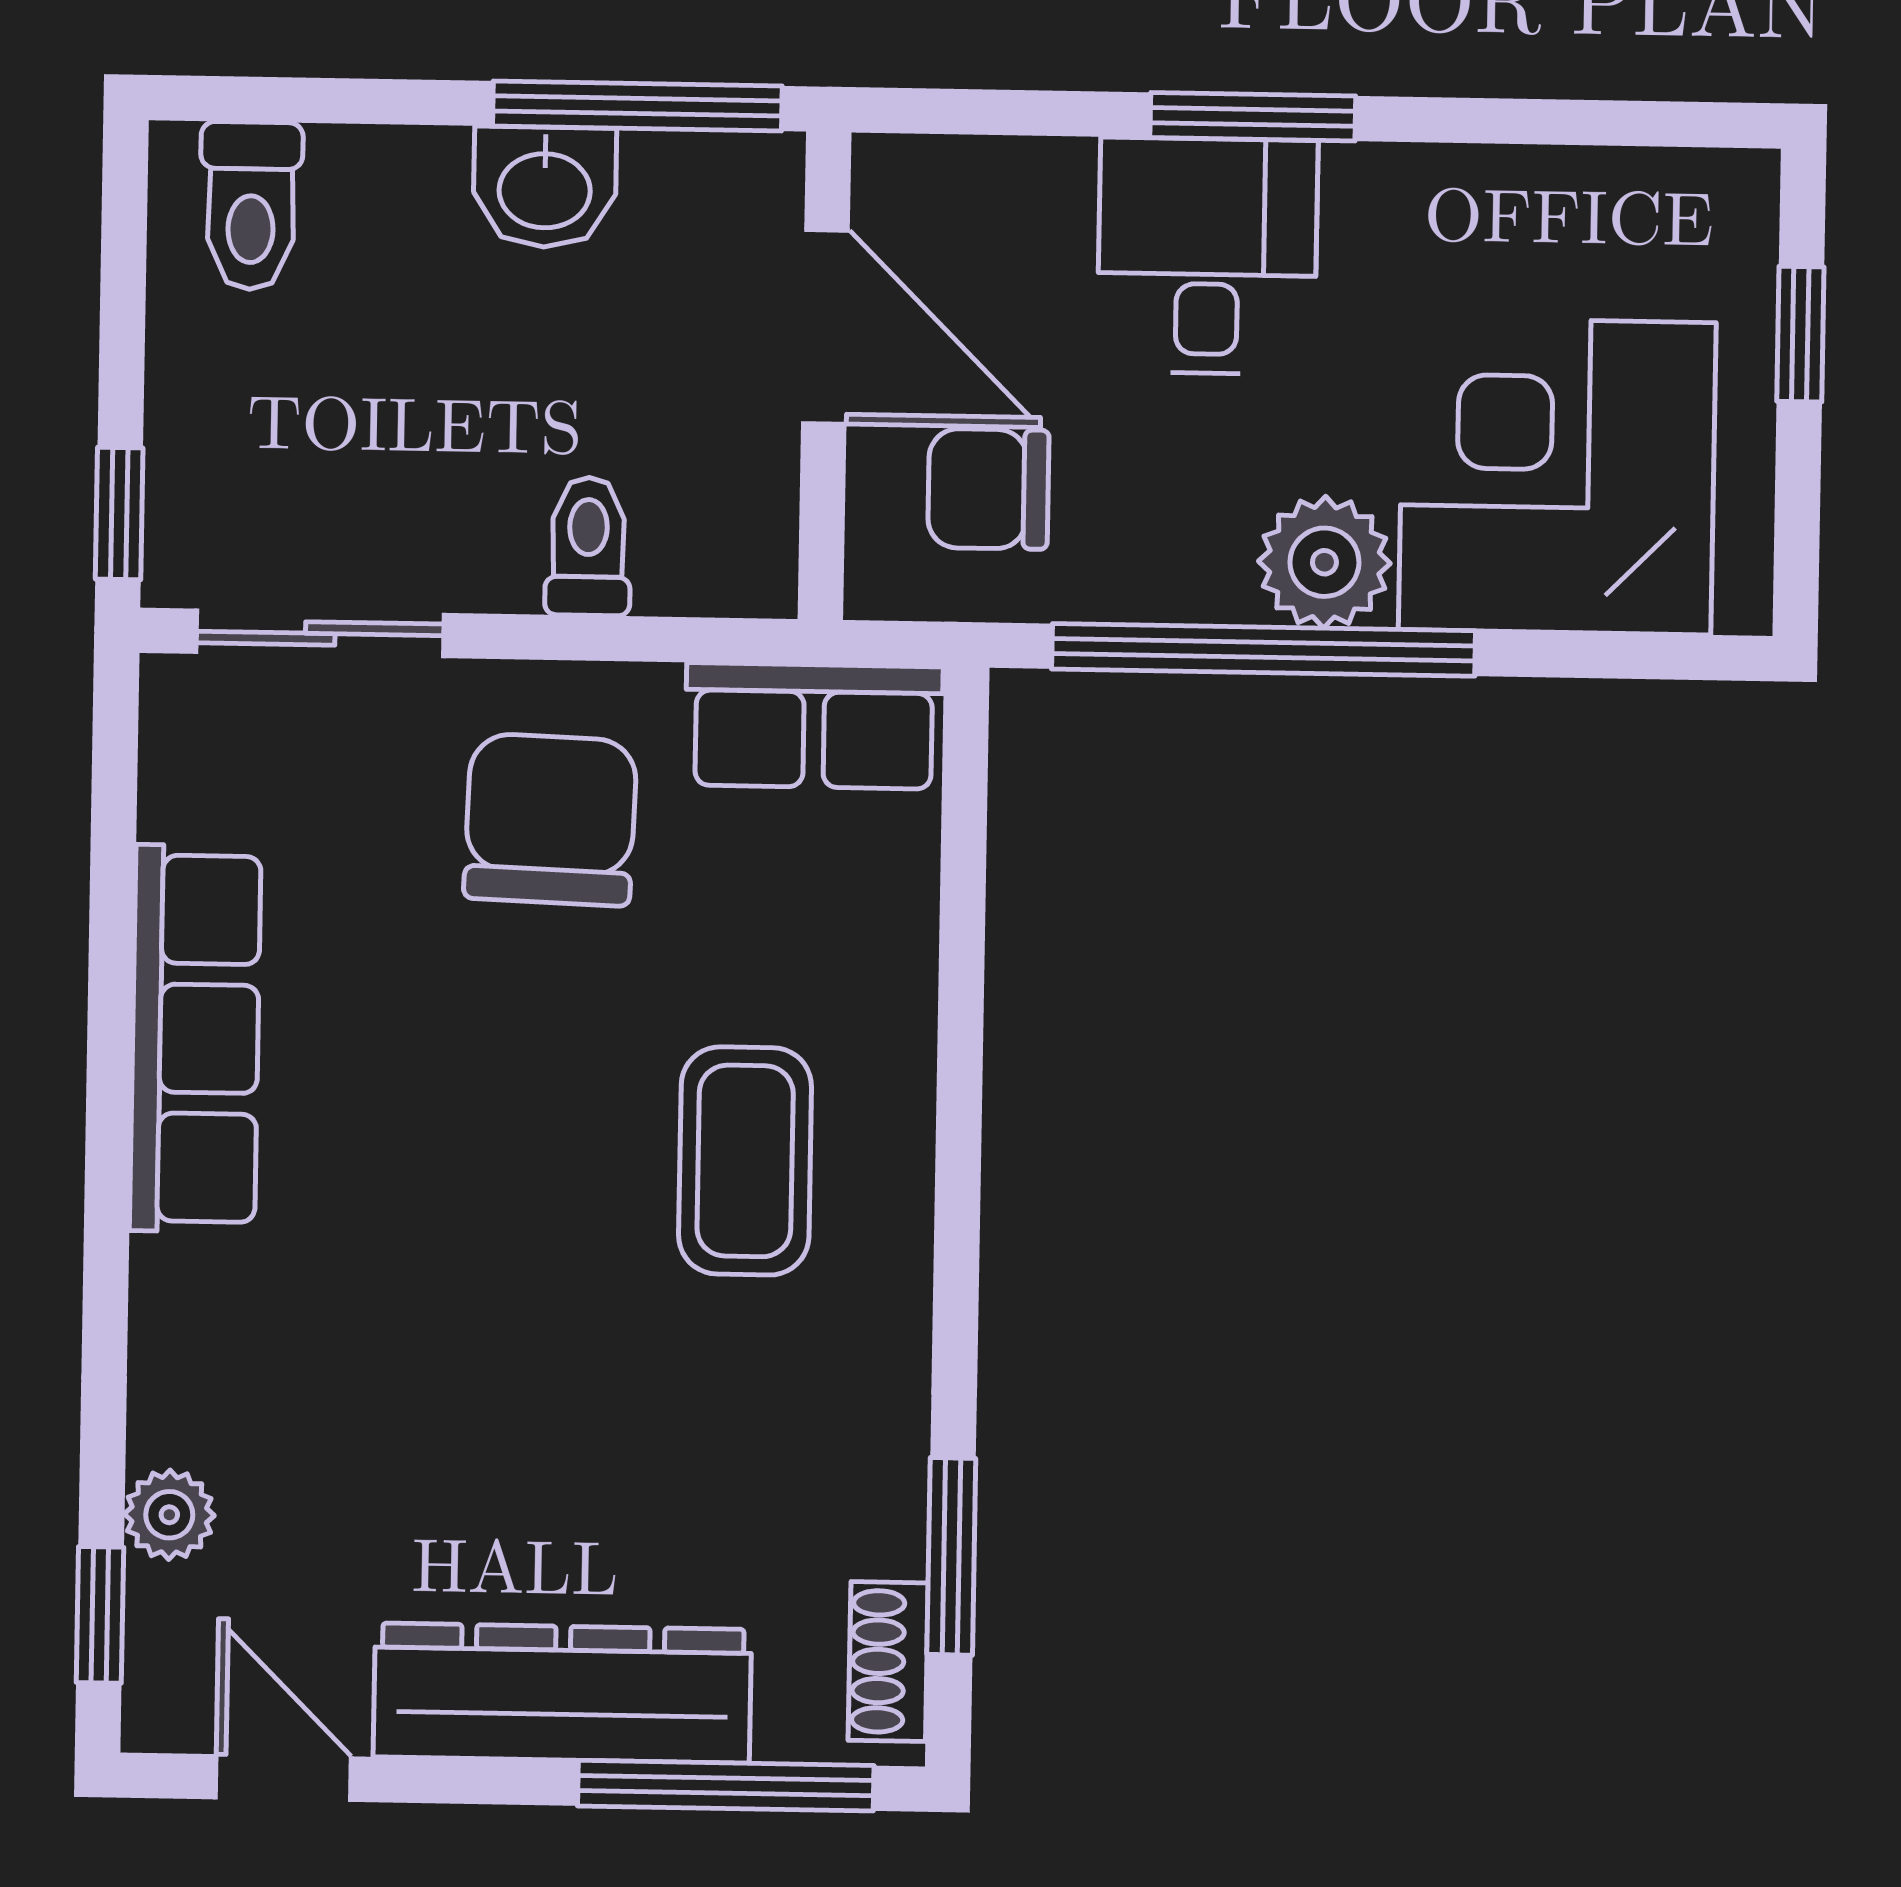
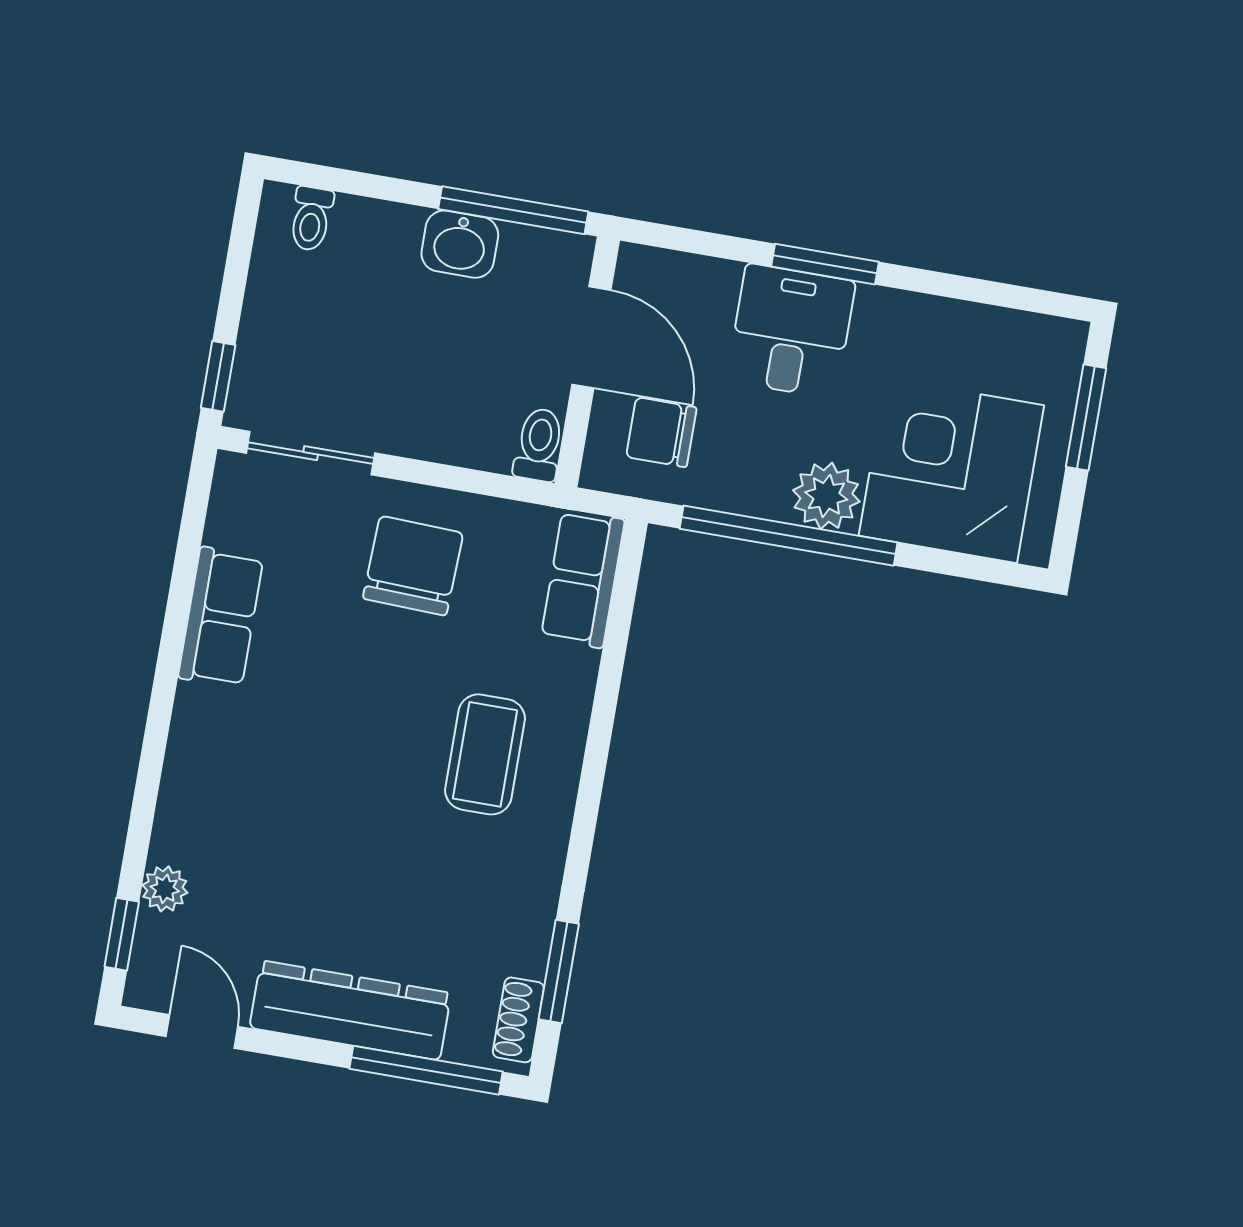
toilet: (251, 206) -> (311, 219), width x0.73, depth x0.72
window: (1800, 334) -> (1086, 418), width x1.50
toilet: (588, 546) -> (539, 445), moved
row of seats: (814, 726) -> (583, 579), moved, turned 90
row of seats: (195, 1039) -> (221, 617), width x0.68

